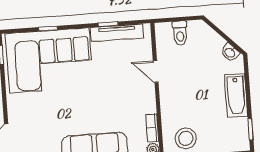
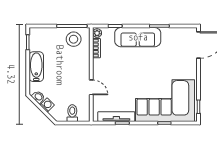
washing machine: (217, 42) -> (47, 105), added

